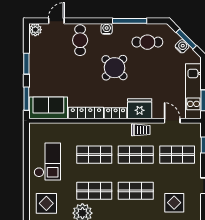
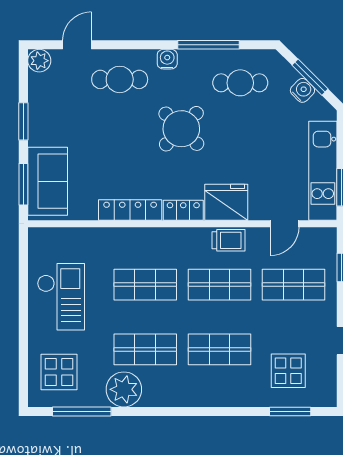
cafe table: (80, 40) -> (120, 79), turned 90
sofa: (48, 108) -> (48, 181), moved, turned 90
door: (172, 121) -> (285, 224), swing flipped

